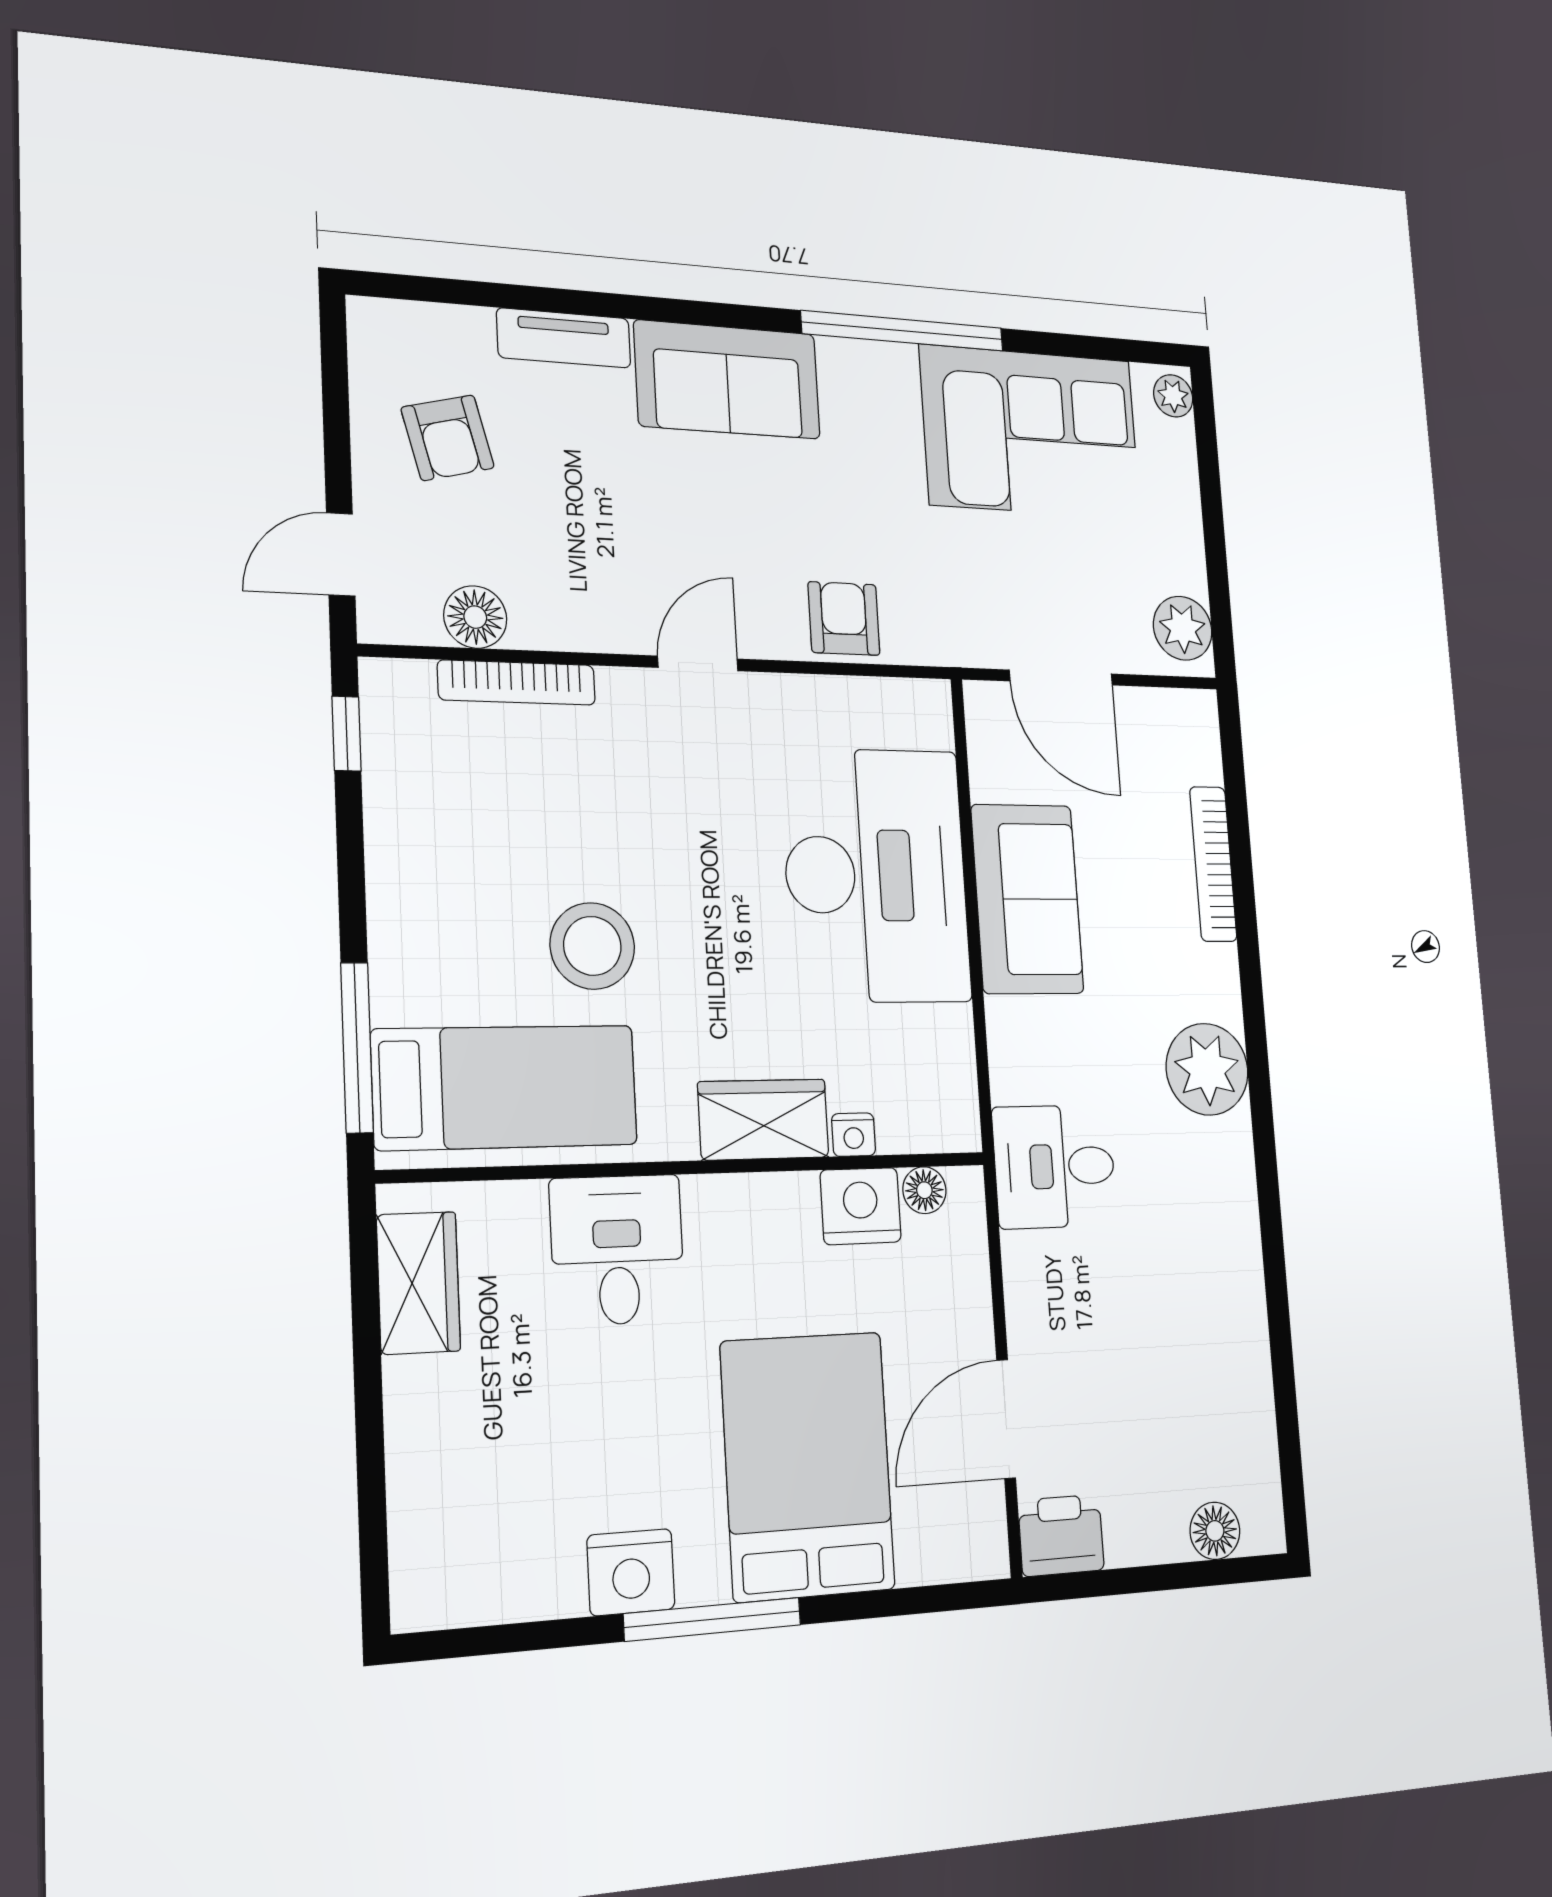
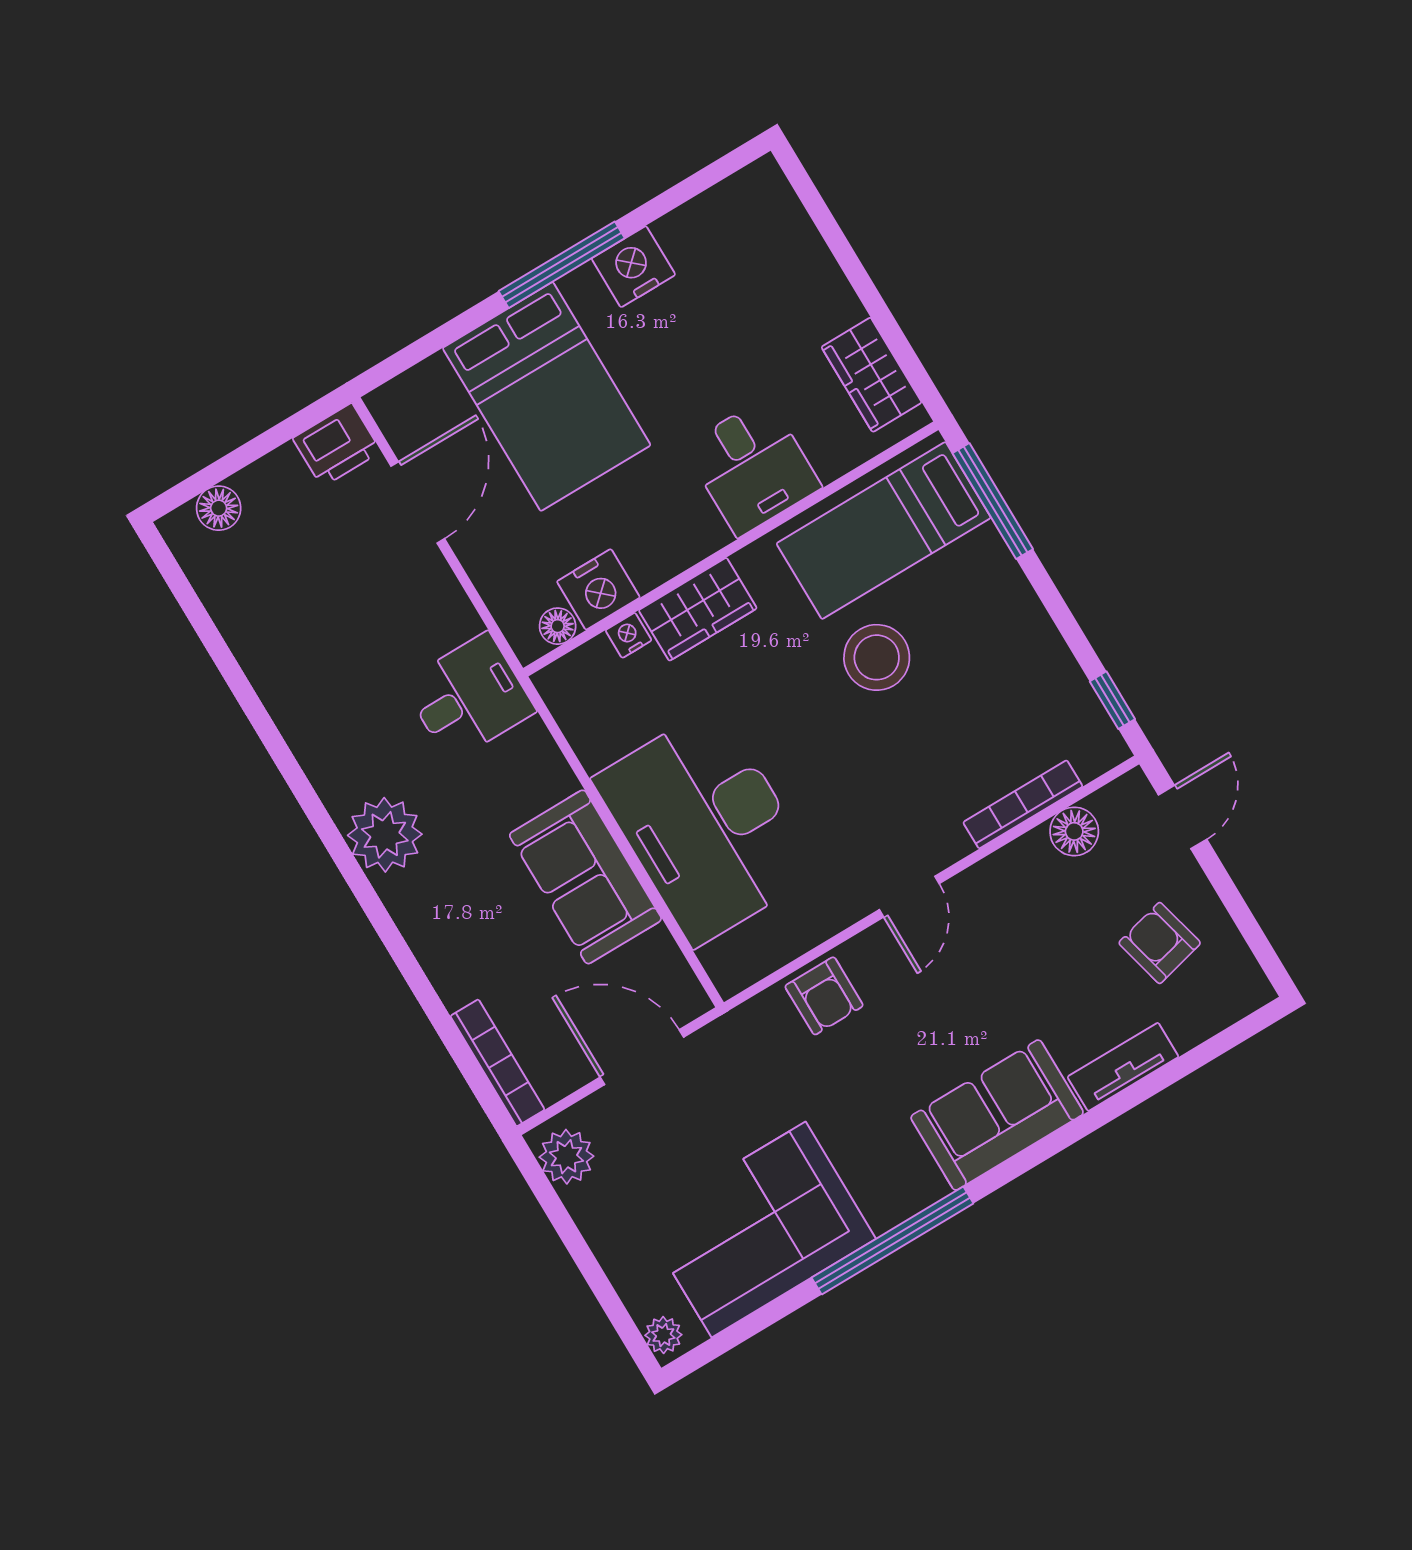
bookcase: (1213, 864) -> (497, 1063), moved

